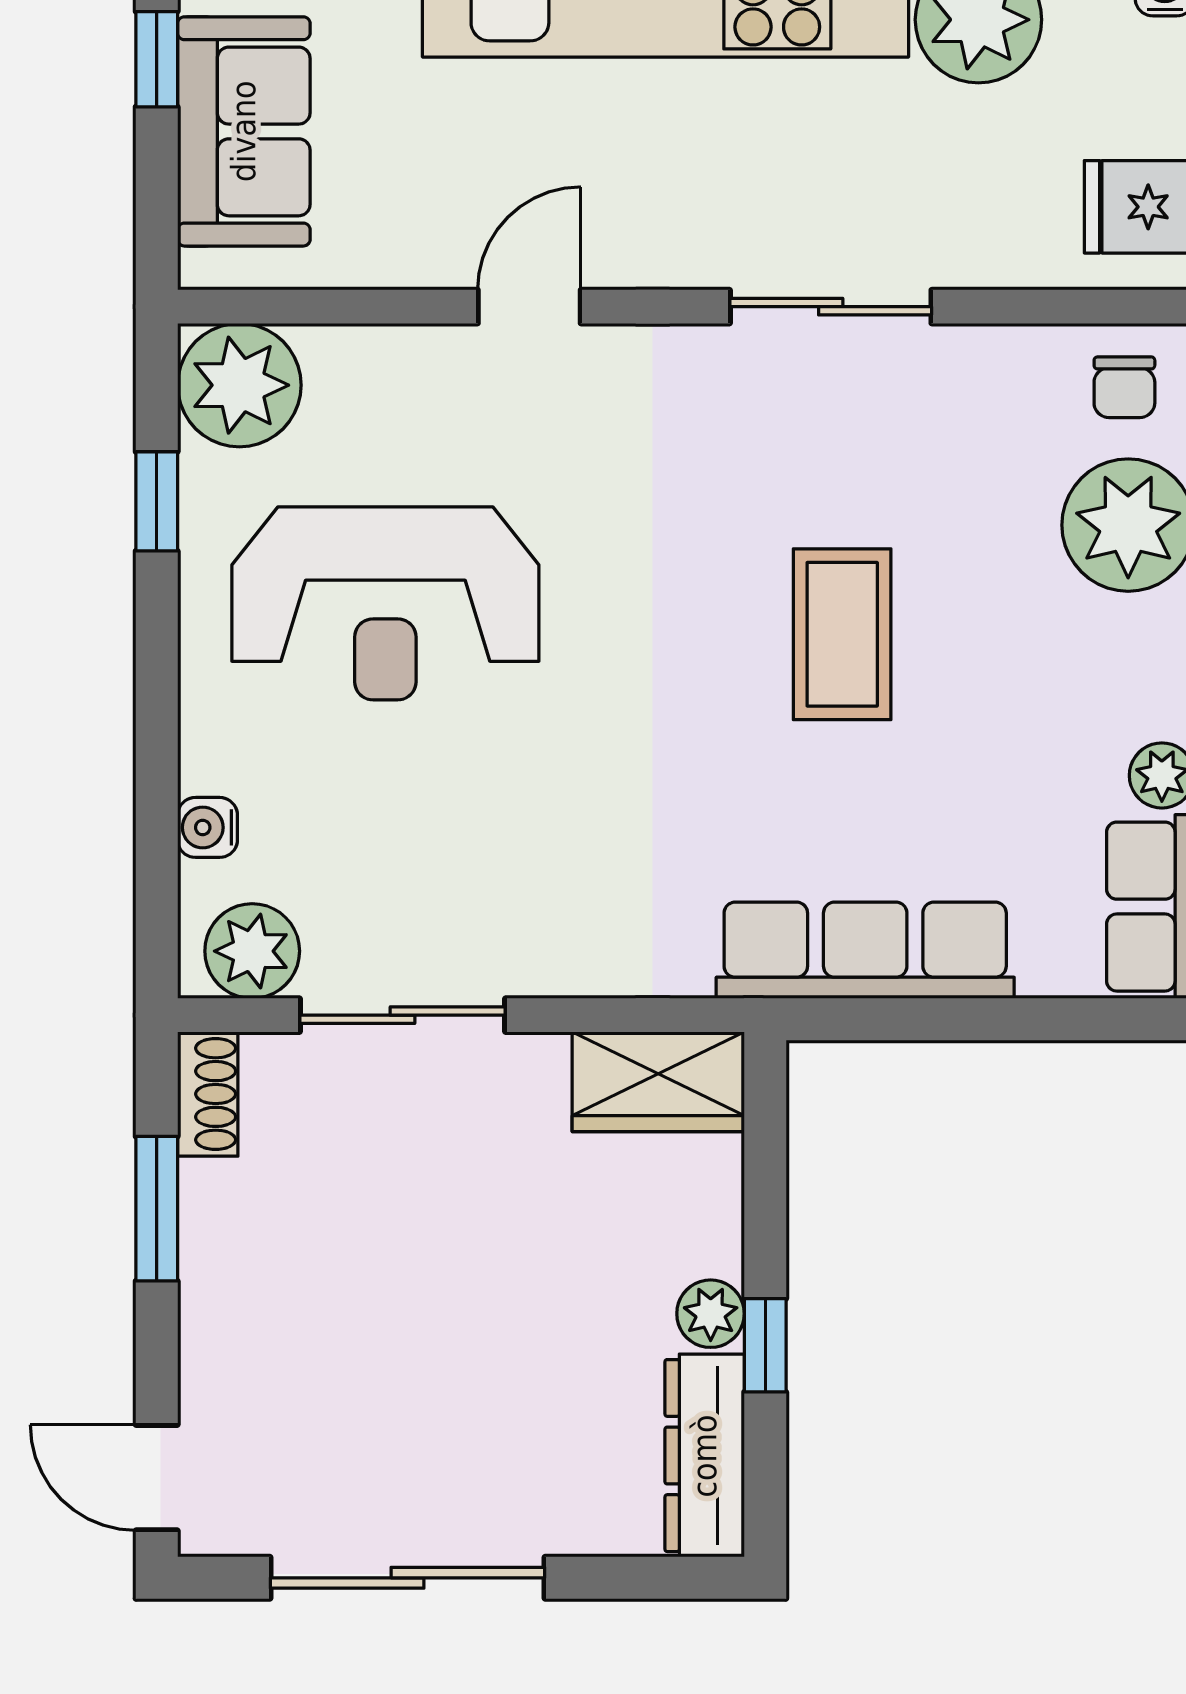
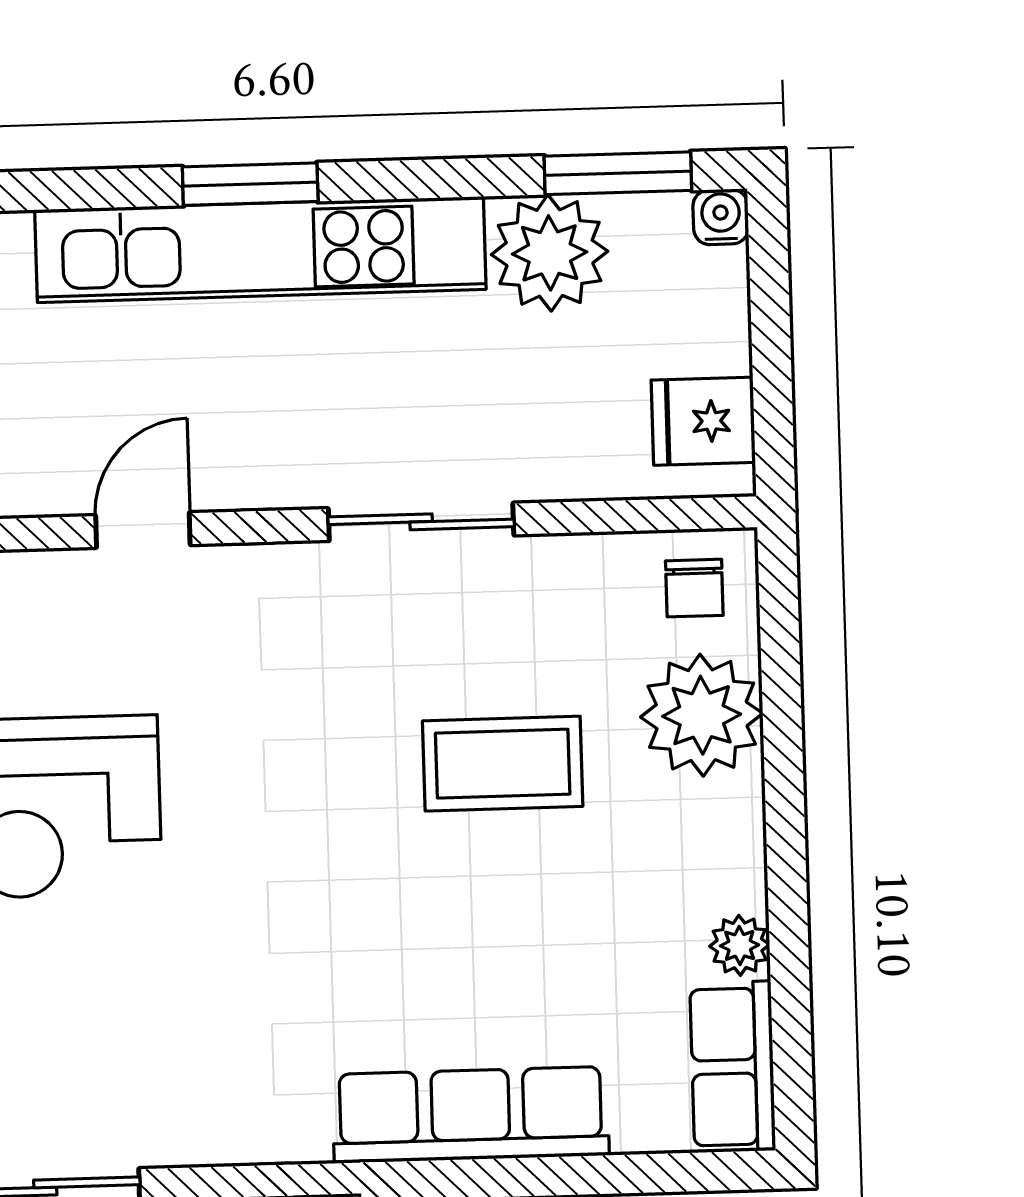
coffee table: (842, 634) -> (503, 764), moved, turned 90

